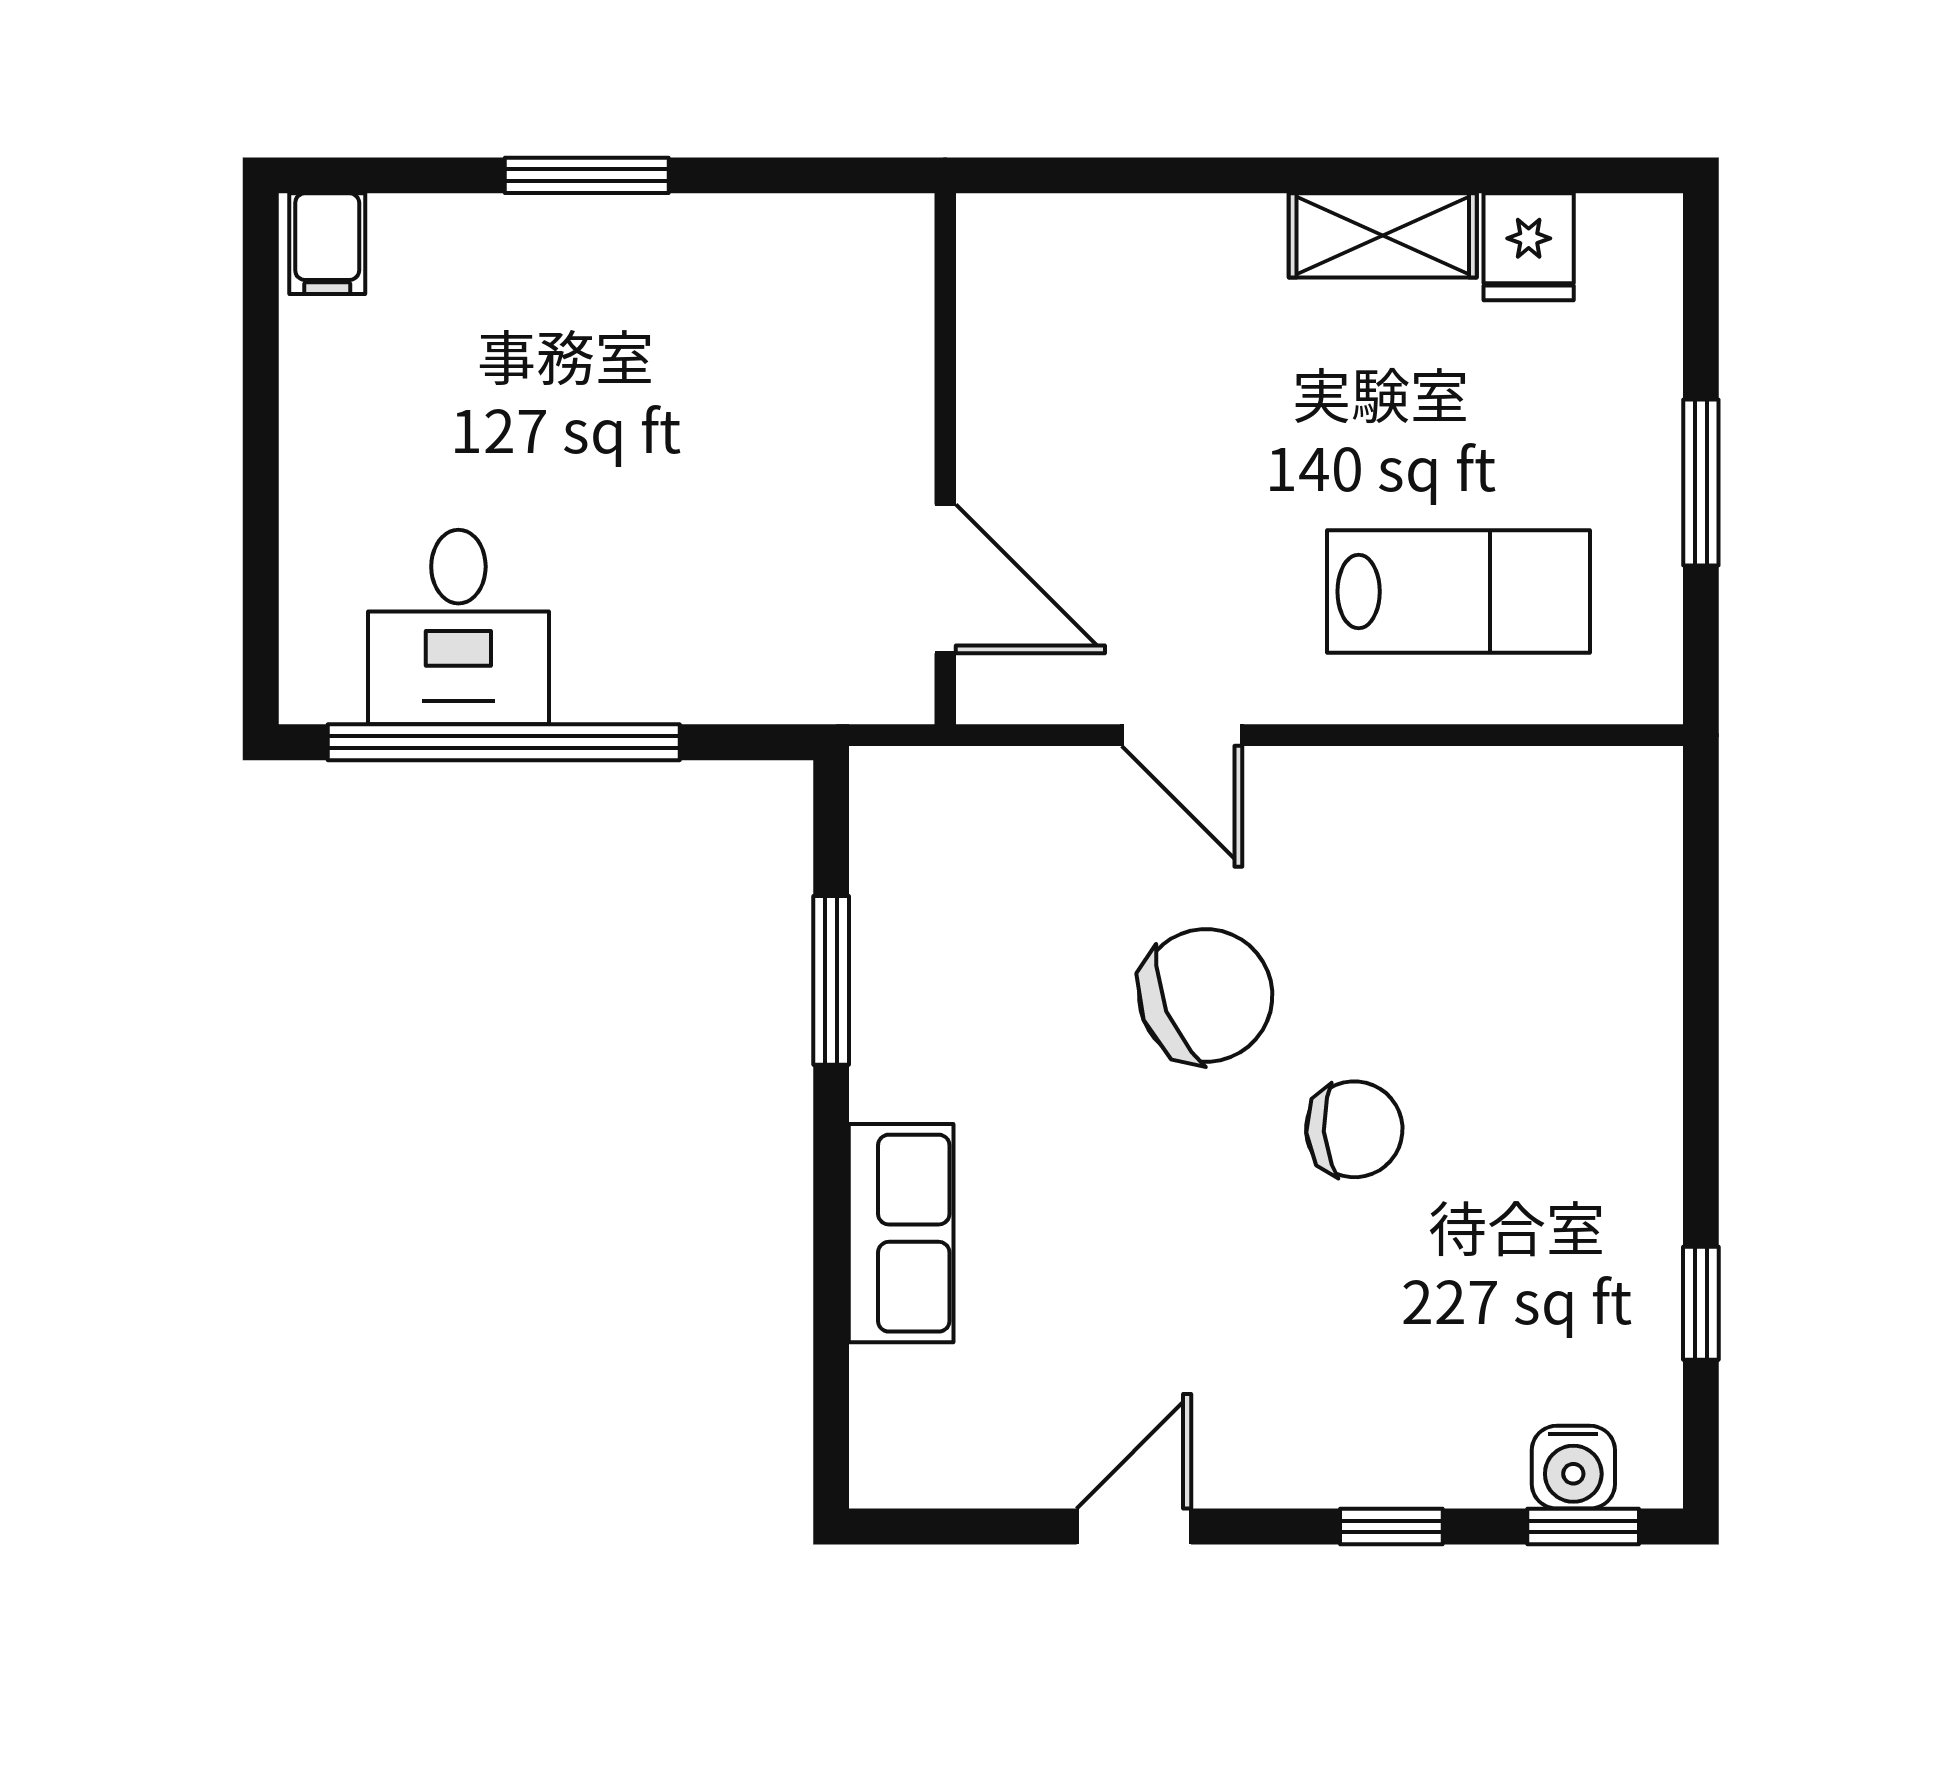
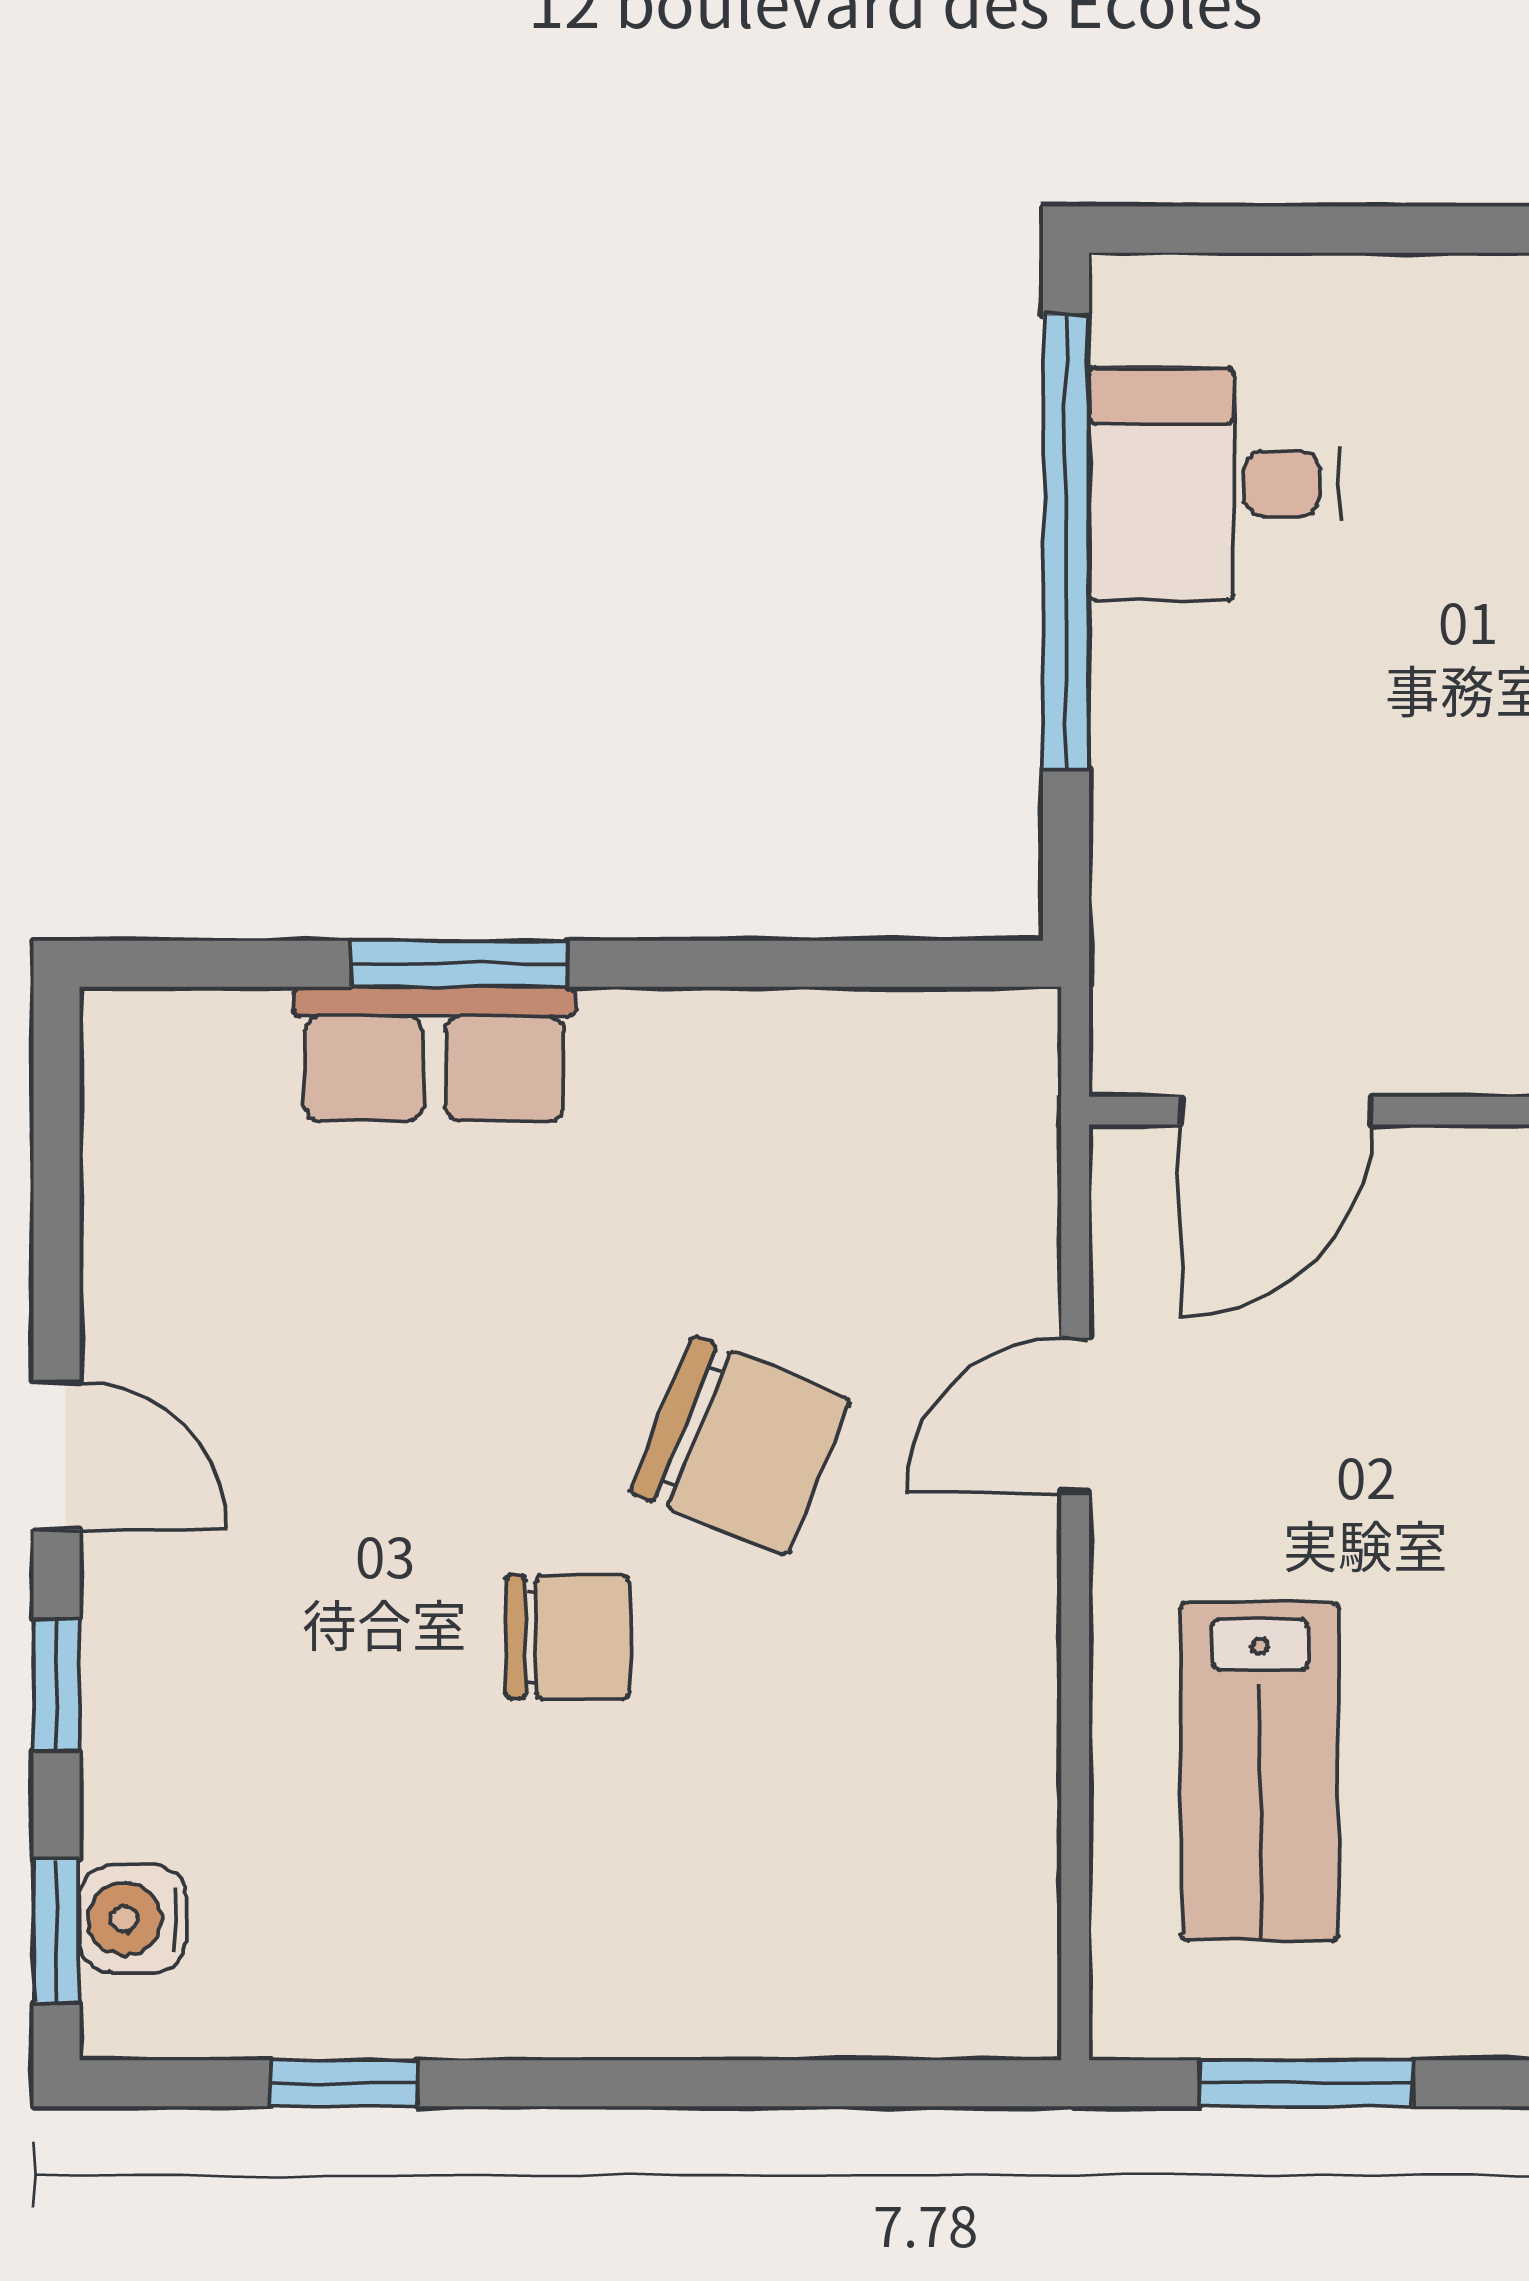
window: (1701, 483) -> (1306, 2083), moved
window: (831, 980) -> (460, 964), moved
chair: (1206, 996) -> (740, 1446), turned -46
chair: (1354, 1129) -> (568, 1637), turned -86
door: (1134, 1526) -> (57, 1456), moved

